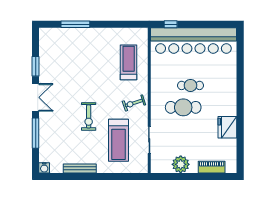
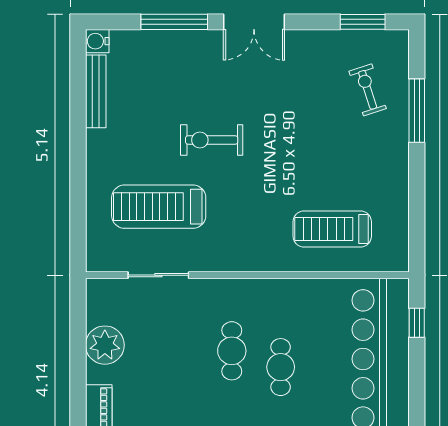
treadmill: (129, 62) -> (332, 229), turned 180
window: (36, 66) -> (363, 22), moved
exercise bike: (134, 103) -> (368, 90), moved
cafe table: (183, 107) -> (232, 351), width x0.73, depth x0.74
bench: (80, 168) -> (96, 91), moved

